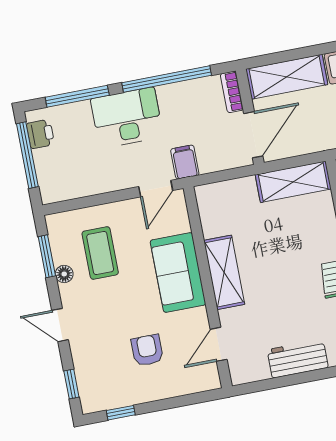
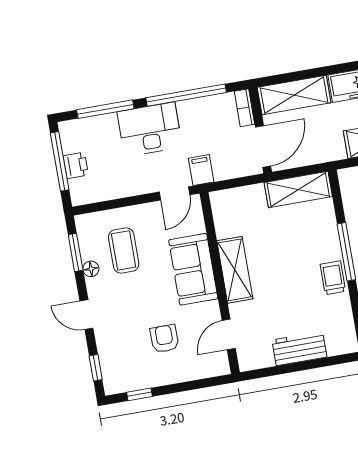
printer: (40, 134) -> (76, 165), moved

